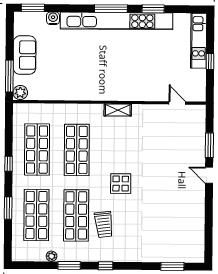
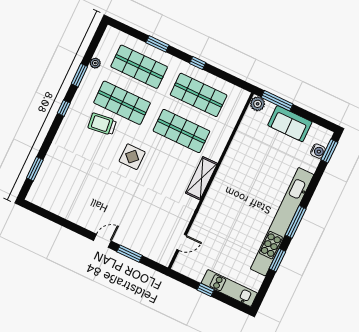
water cooler: (53, 18) -> (318, 151), moved
shelving: (118, 110) -> (201, 178), width x1.50, depth x1.33

